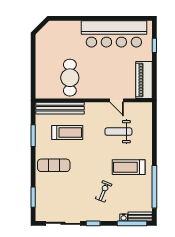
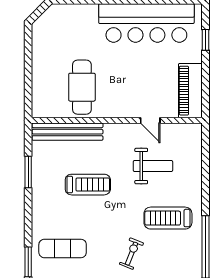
weight bench: (118, 132) -> (153, 166), turned 180
treadmill: (67, 133) -> (88, 185), moved
exercise mat: (54, 165) -> (63, 248), moved

